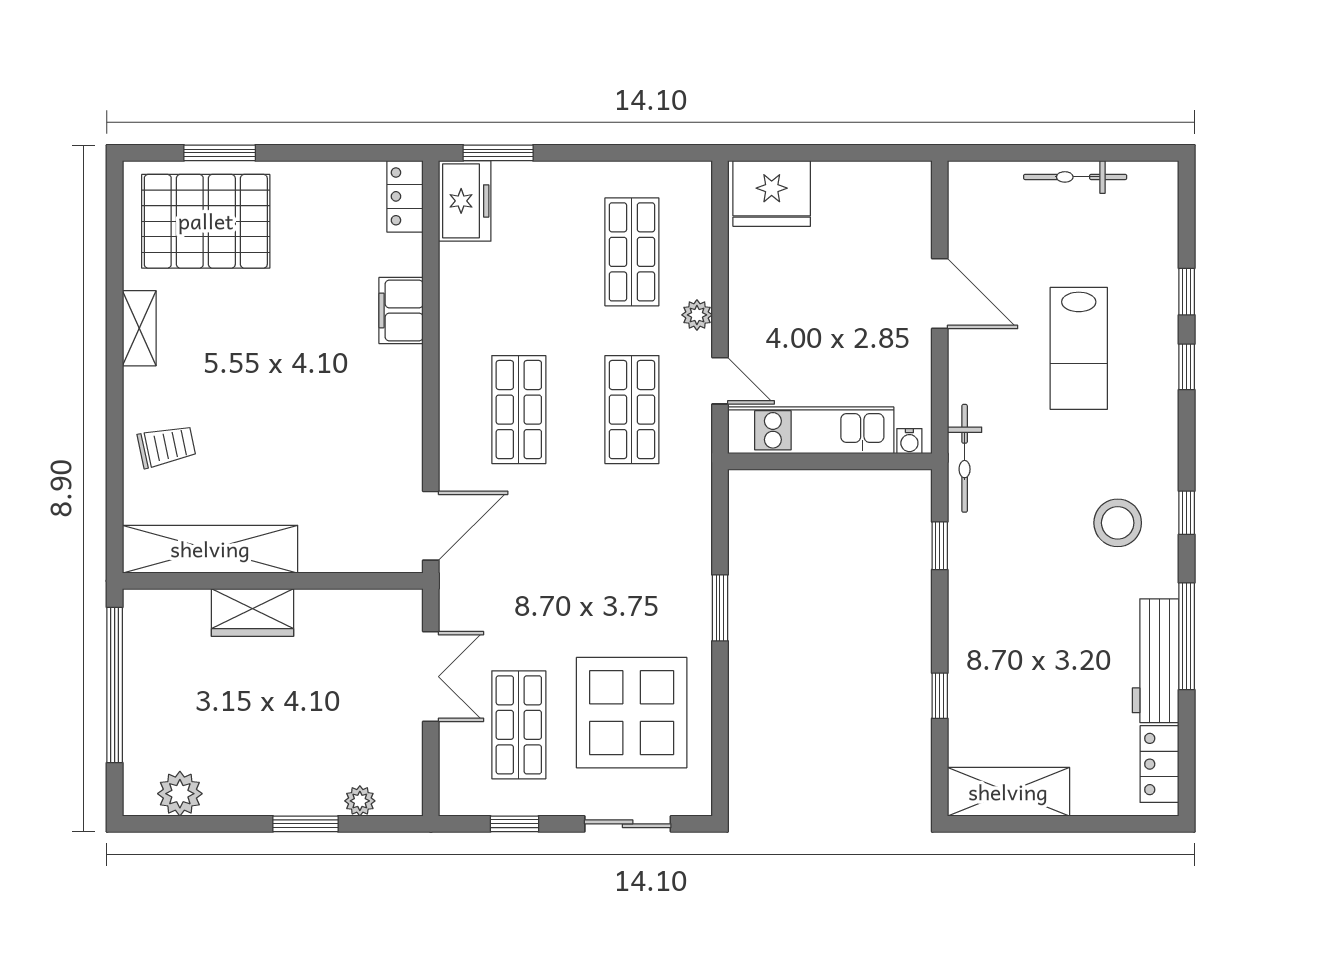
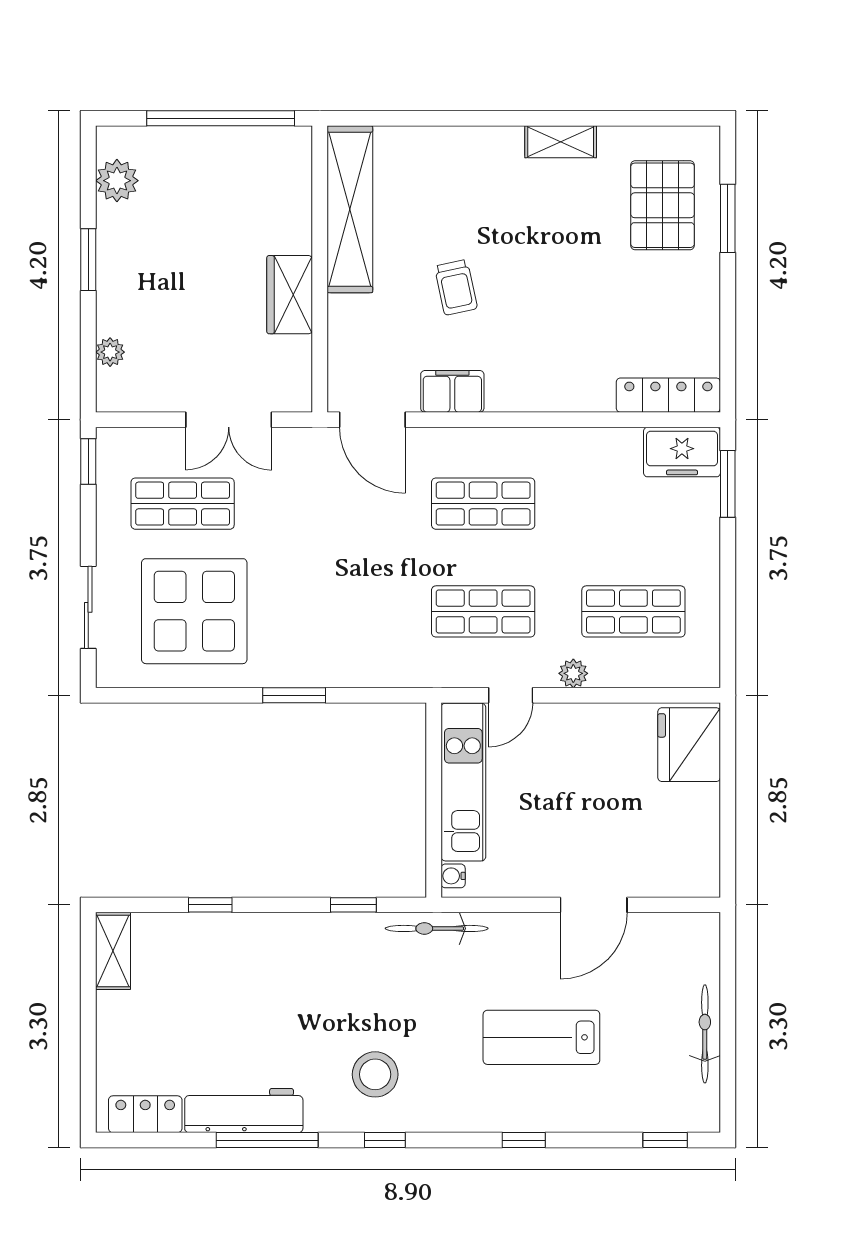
locker: (405, 196) -> (668, 395), width x1.53
pallet: (206, 221) -> (663, 205), width x0.73, depth x0.71
window: (1187, 292) -> (665, 1140), moved
filing cabinet: (401, 310) -> (452, 391), moved
trolley: (167, 446) -> (456, 287), moved
wardrobe: (252, 612) -> (290, 295), moved
shelving: (1008, 792) -> (113, 951), width x0.67, depth x0.75
window: (305, 824) -> (88, 260), moved
window: (514, 824) -> (88, 461), moved

